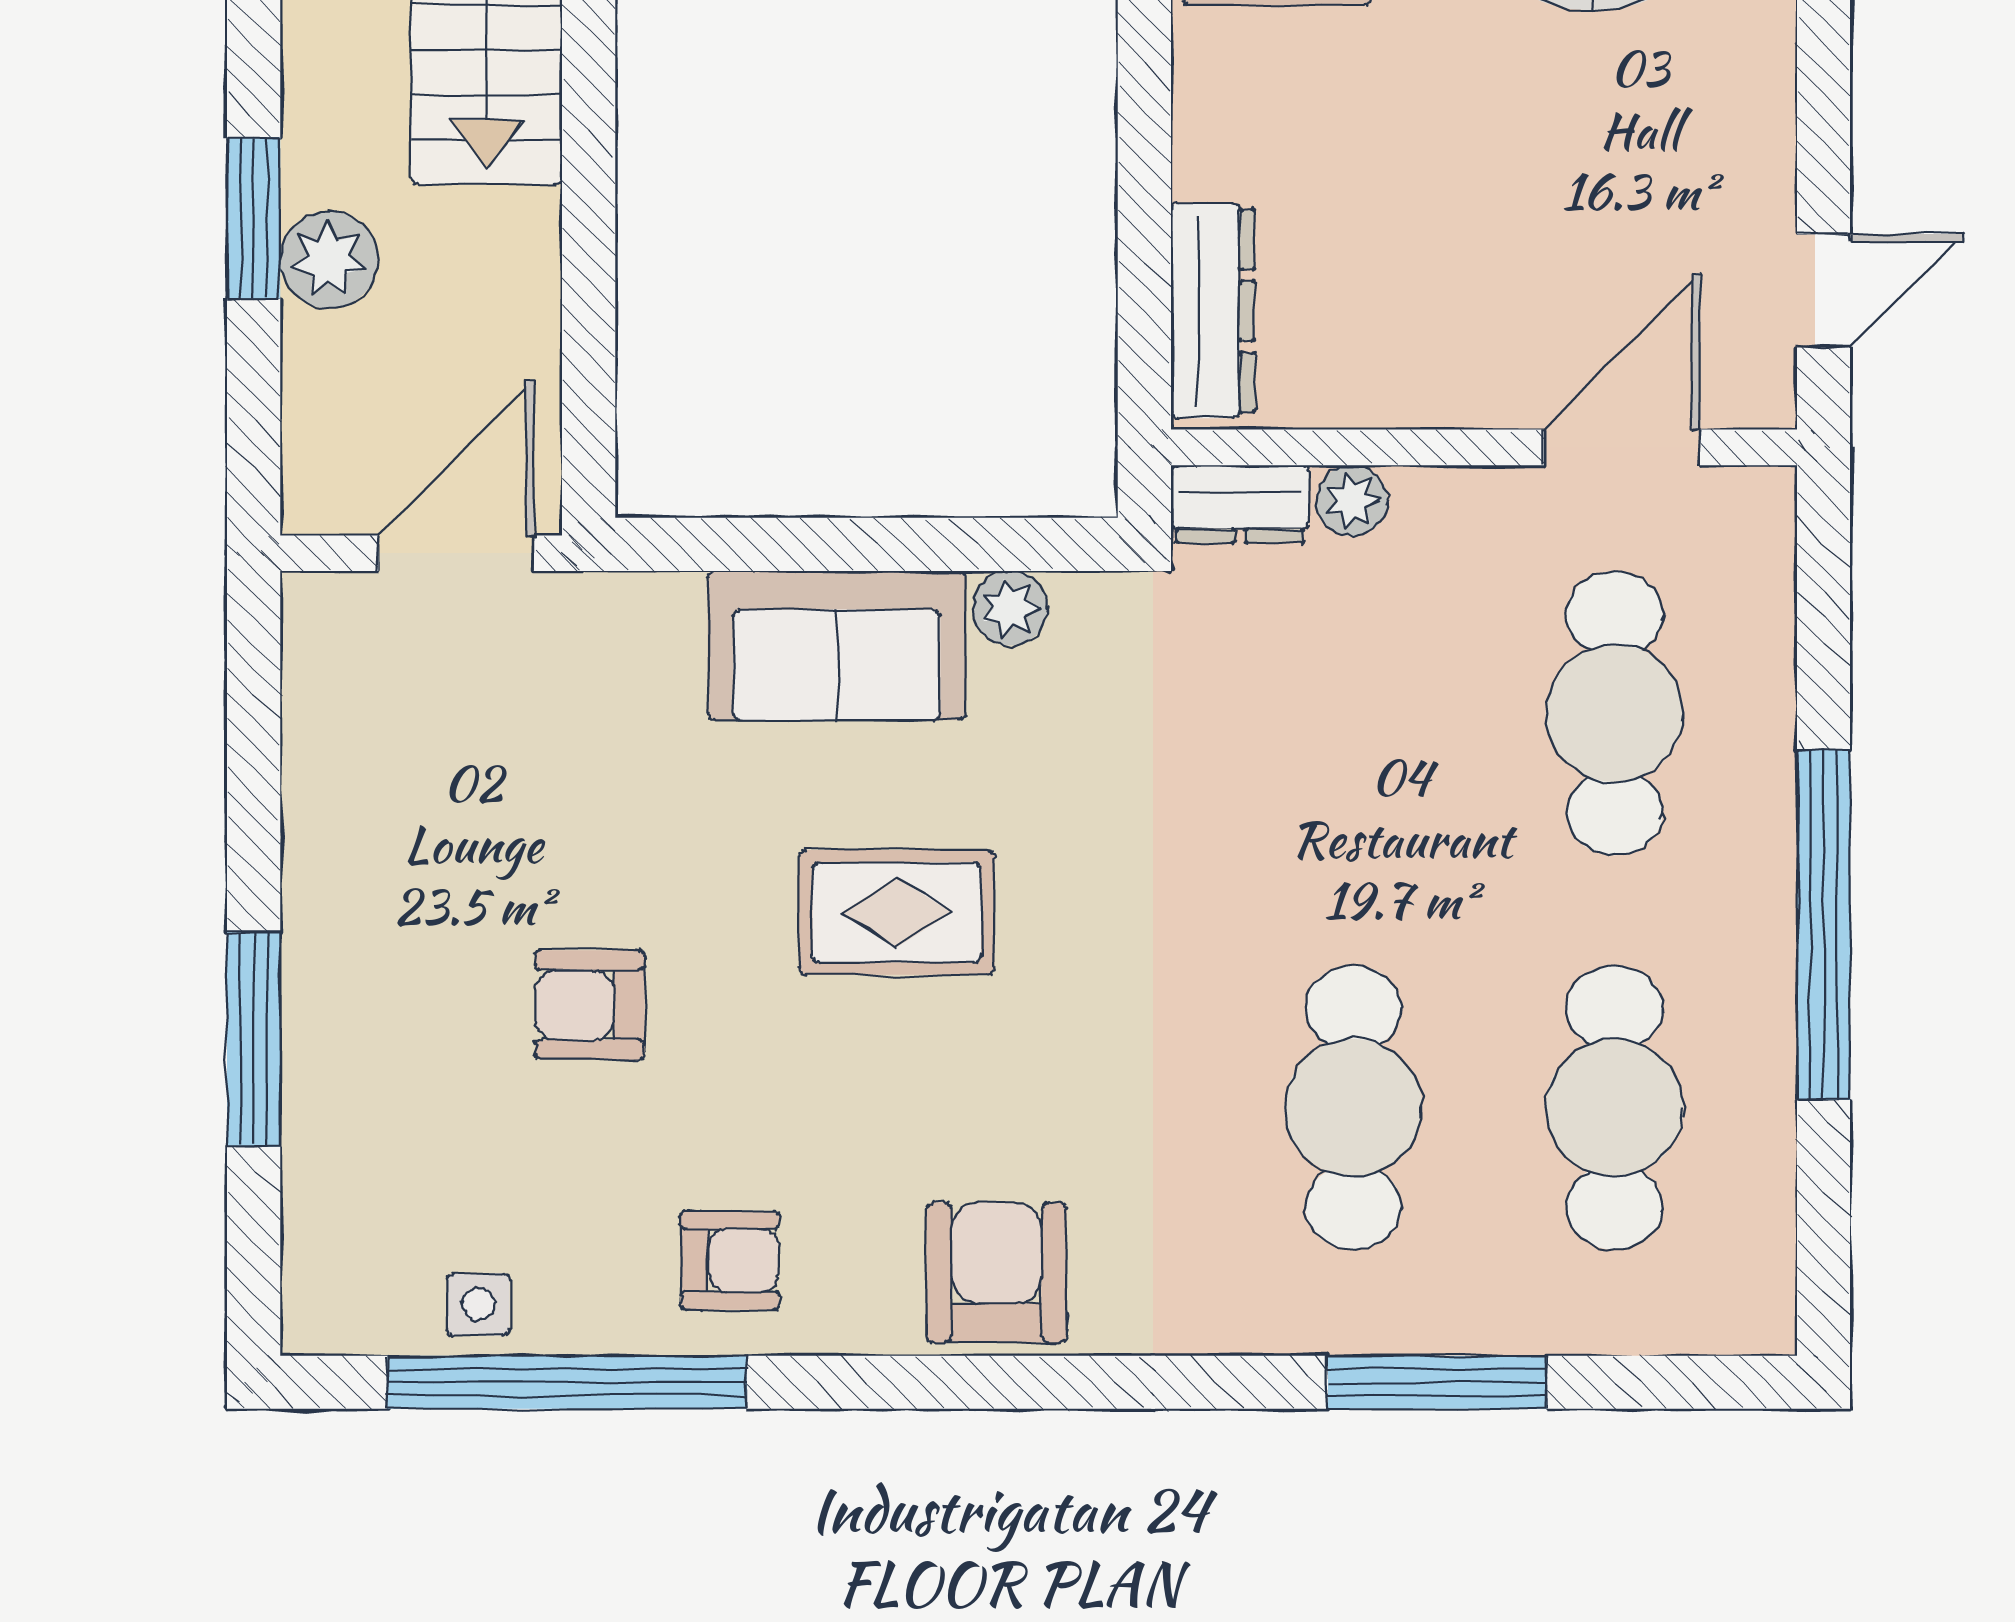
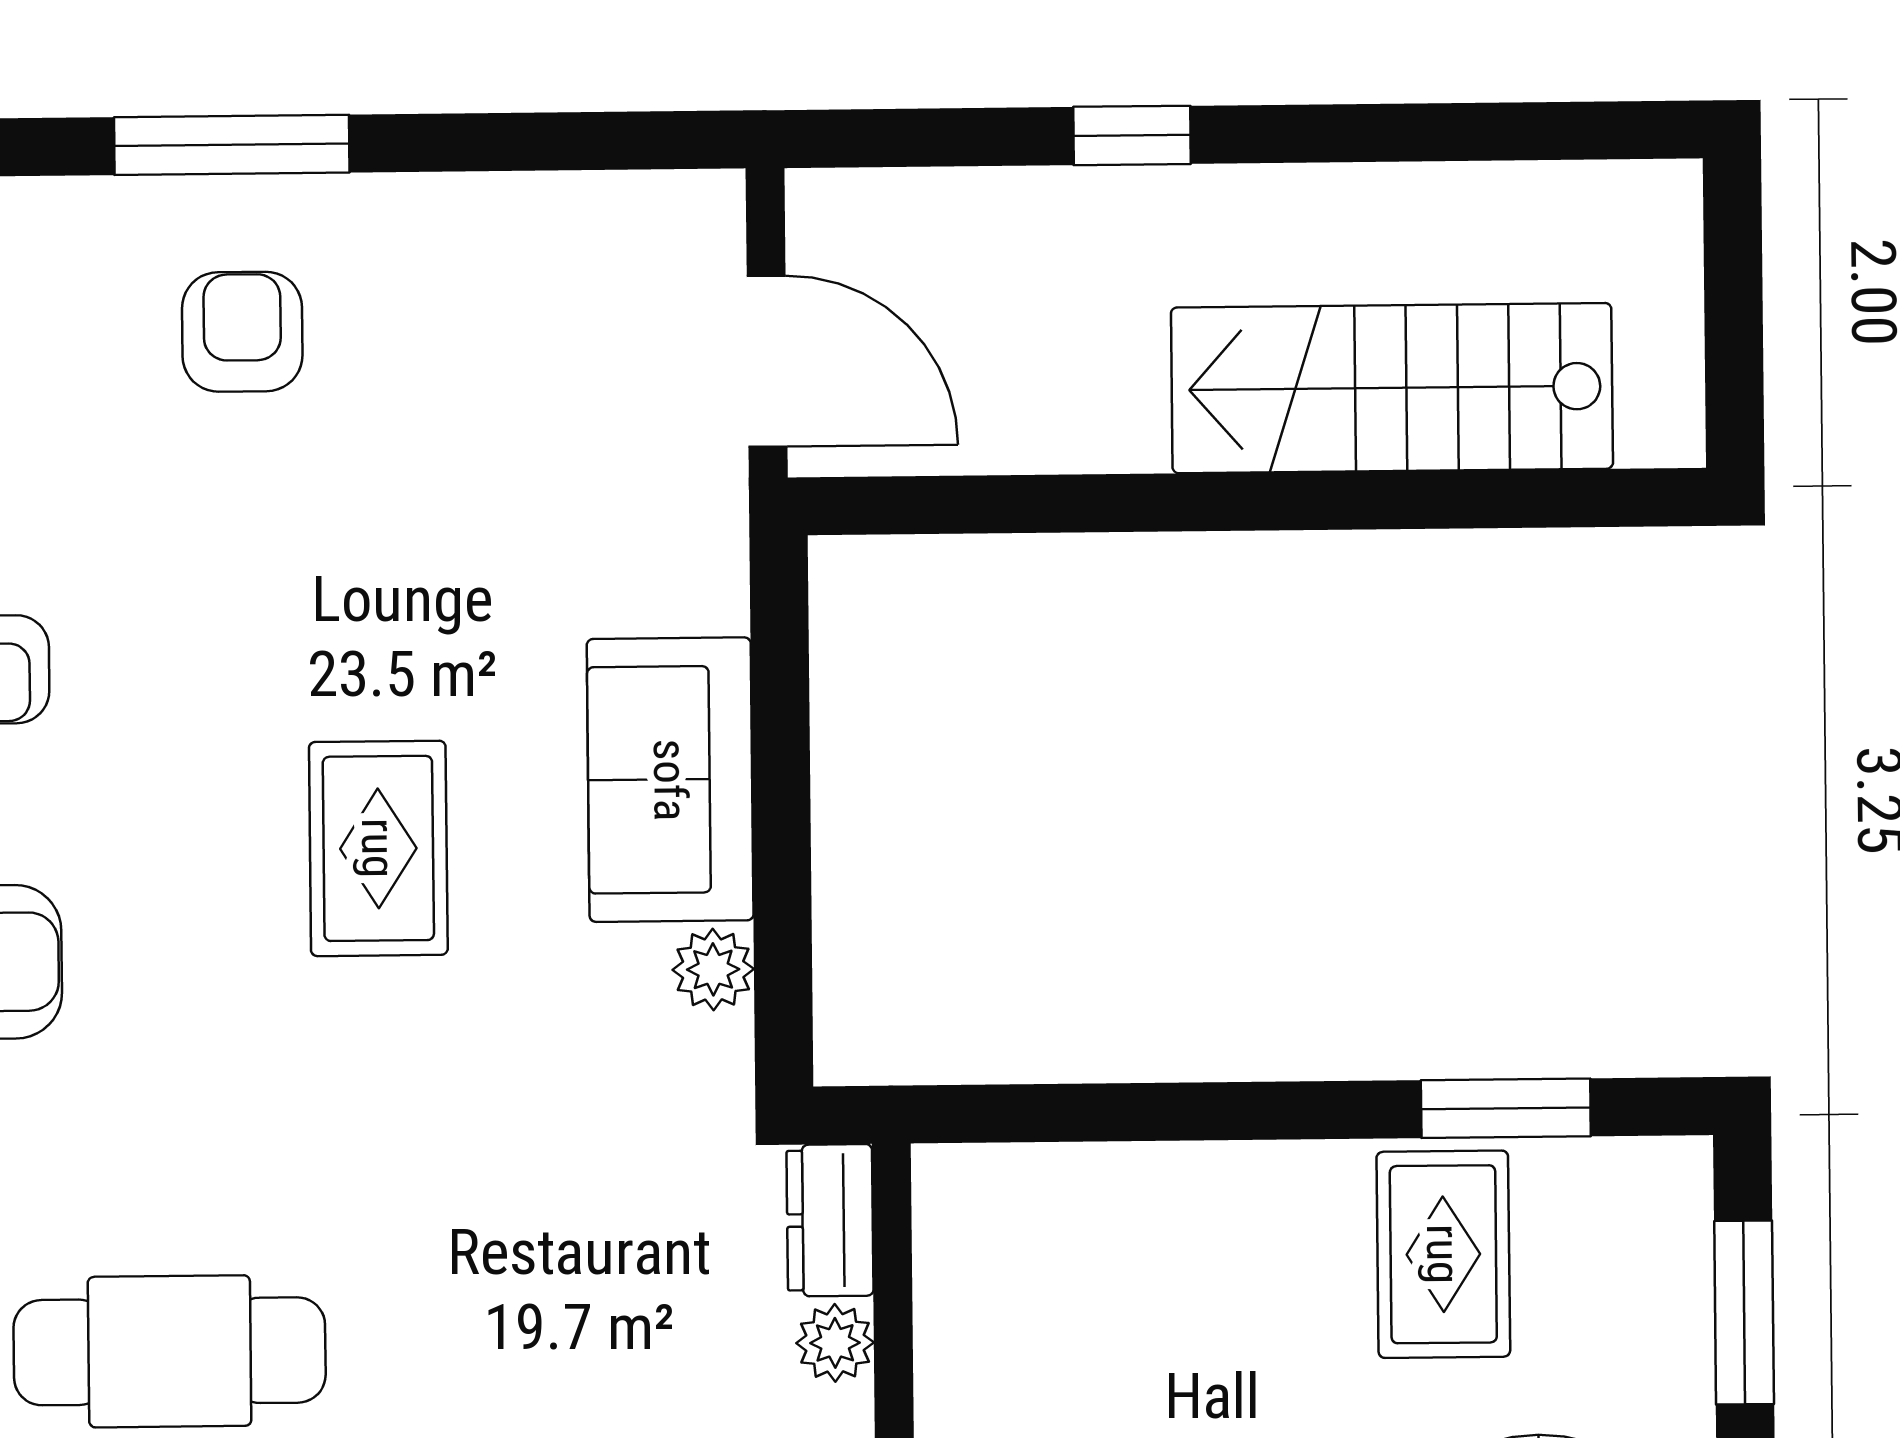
window: (254, 218) -> (1132, 135), width x0.67
plant: (329, 260) -> (1087, 218), removed
dresser: (1213, 311) -> (1042, 1188), removed
armchair: (590, 1005) -> (242, 332), moved

